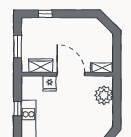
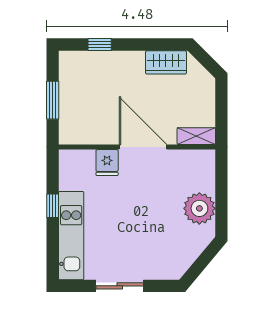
wardrobe: (41, 66) -> (166, 62), moved, turned 180
plant: (104, 95) -> (199, 208), moved

